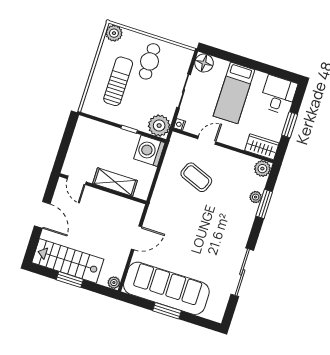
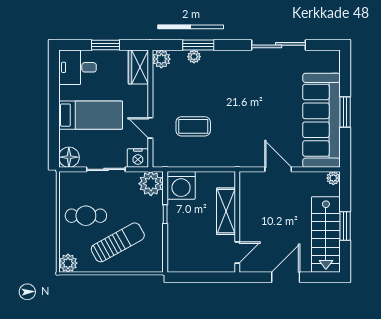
sun lounger: (118, 81) -> (118, 242), turned 151
nightstand: (180, 125) -> (138, 158), width x1.89, depth x1.79
coffee table: (196, 177) -> (193, 126), turned 68

